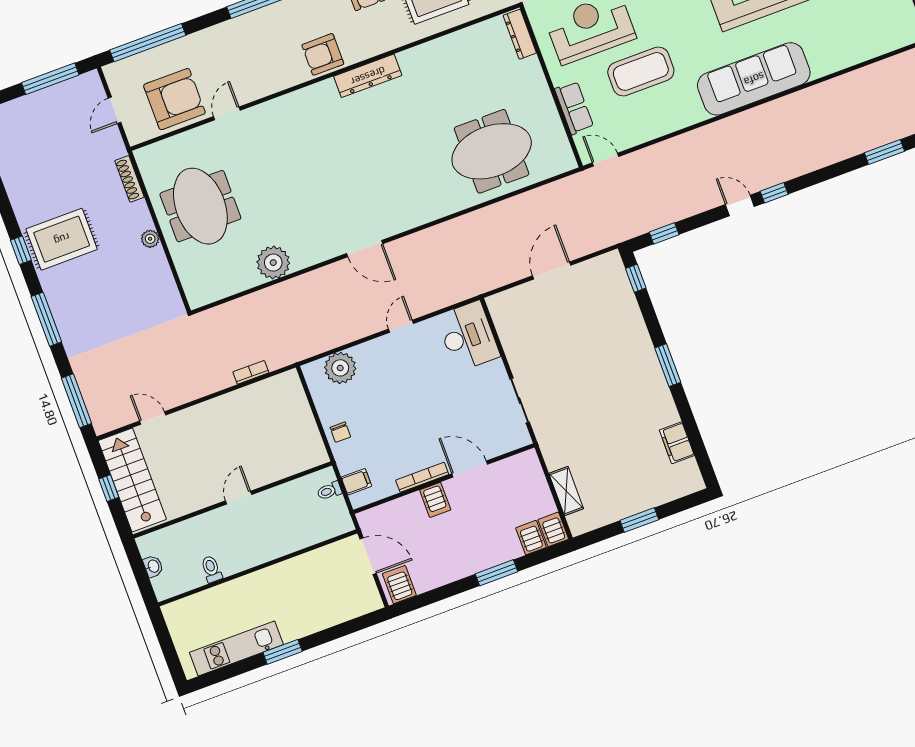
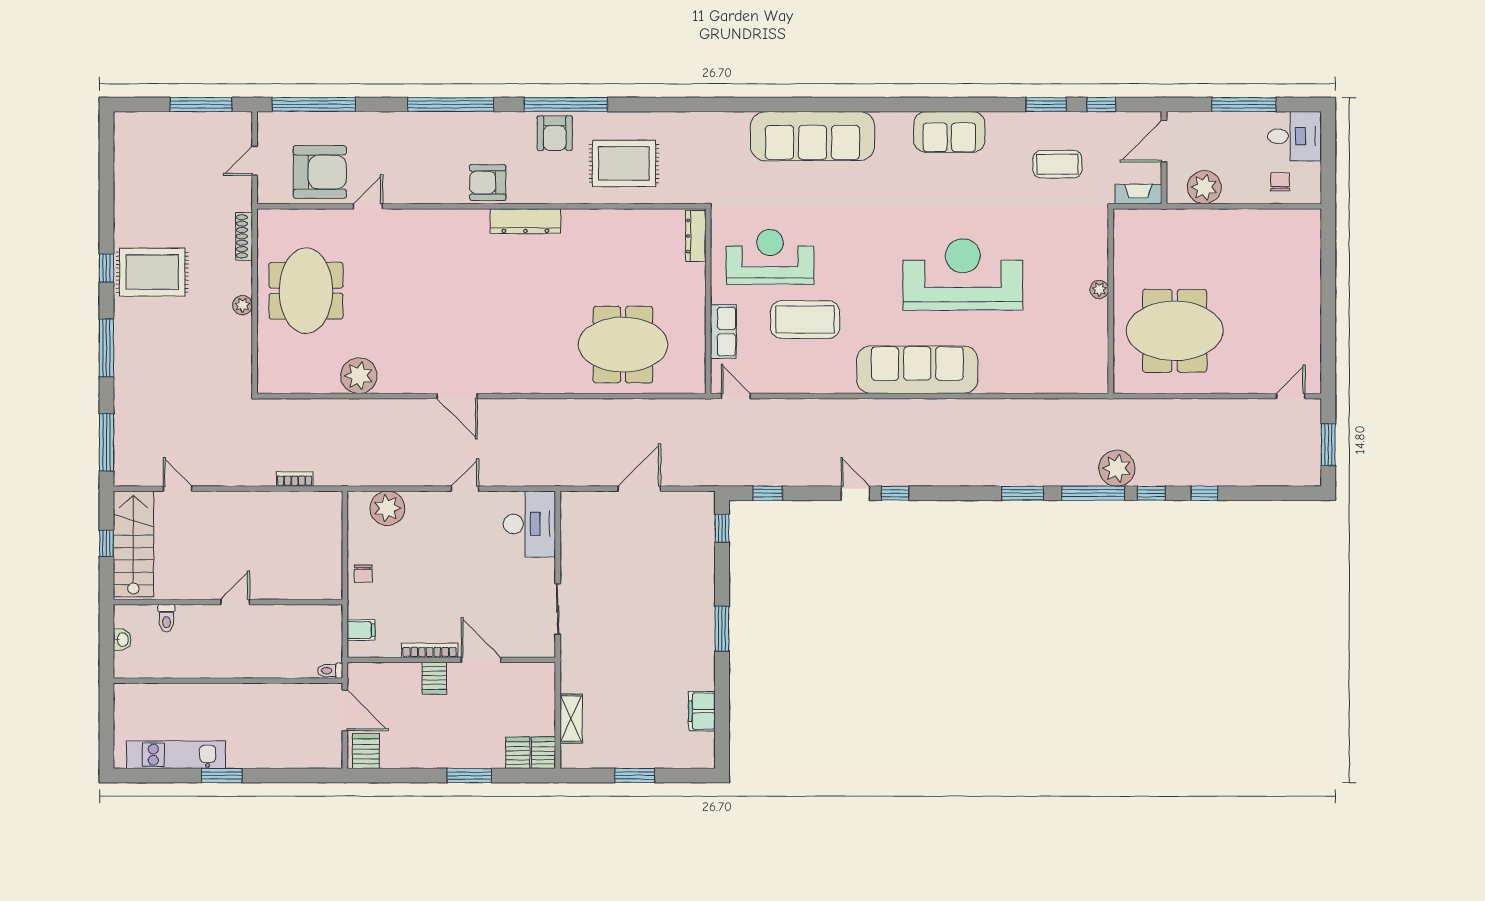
toilet: (329, 491) -> (330, 671), moved
toilet: (211, 569) -> (166, 618), moved, turned 180

